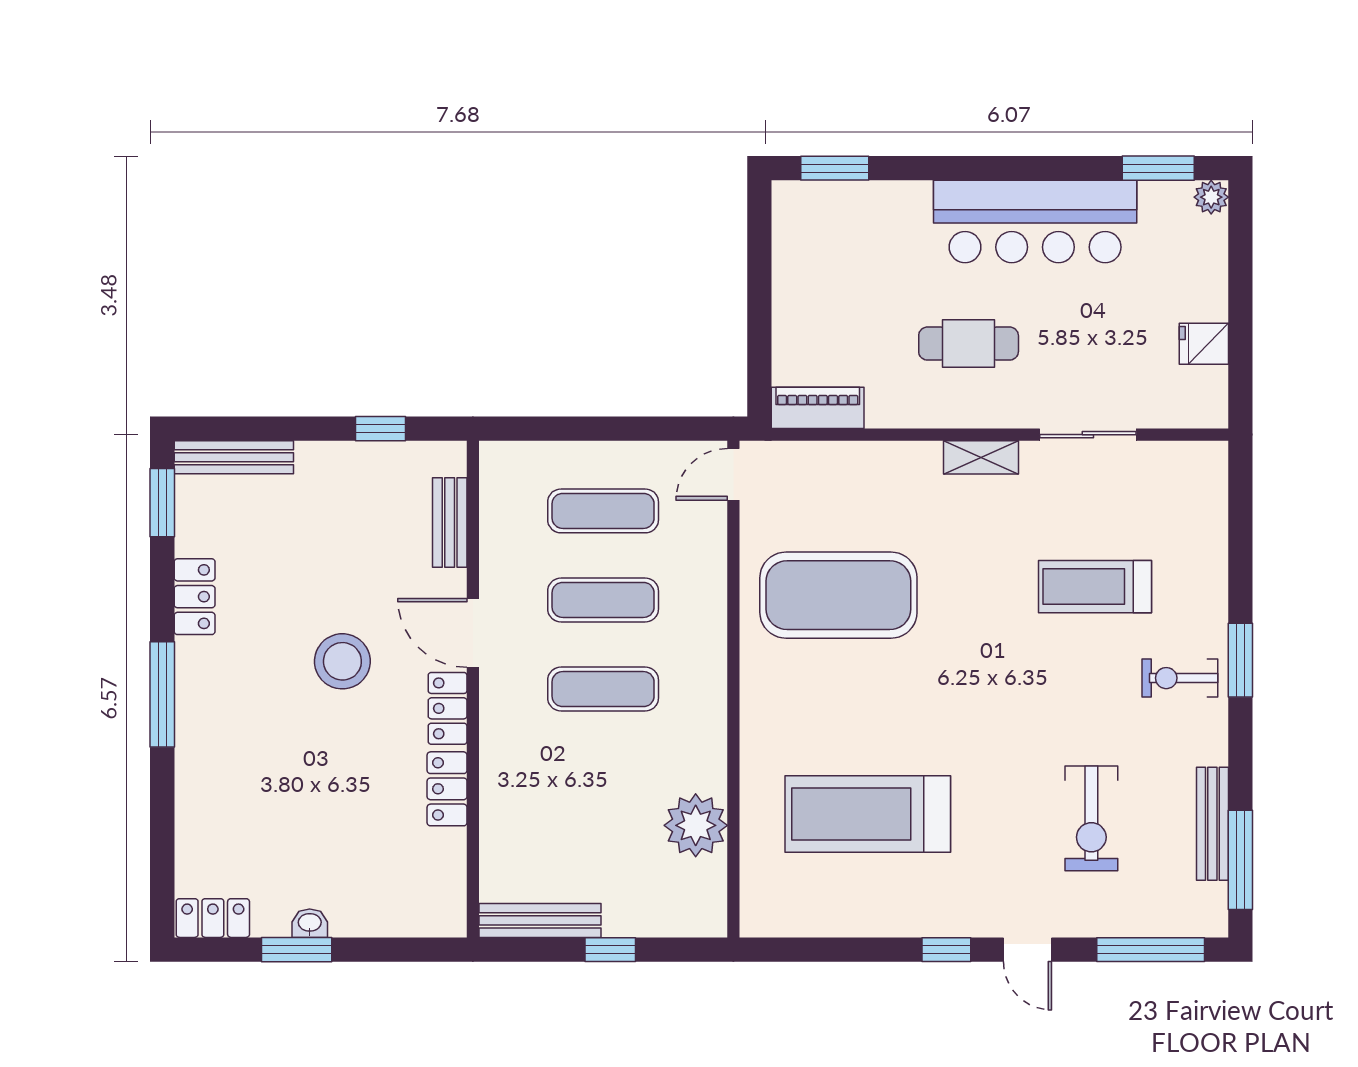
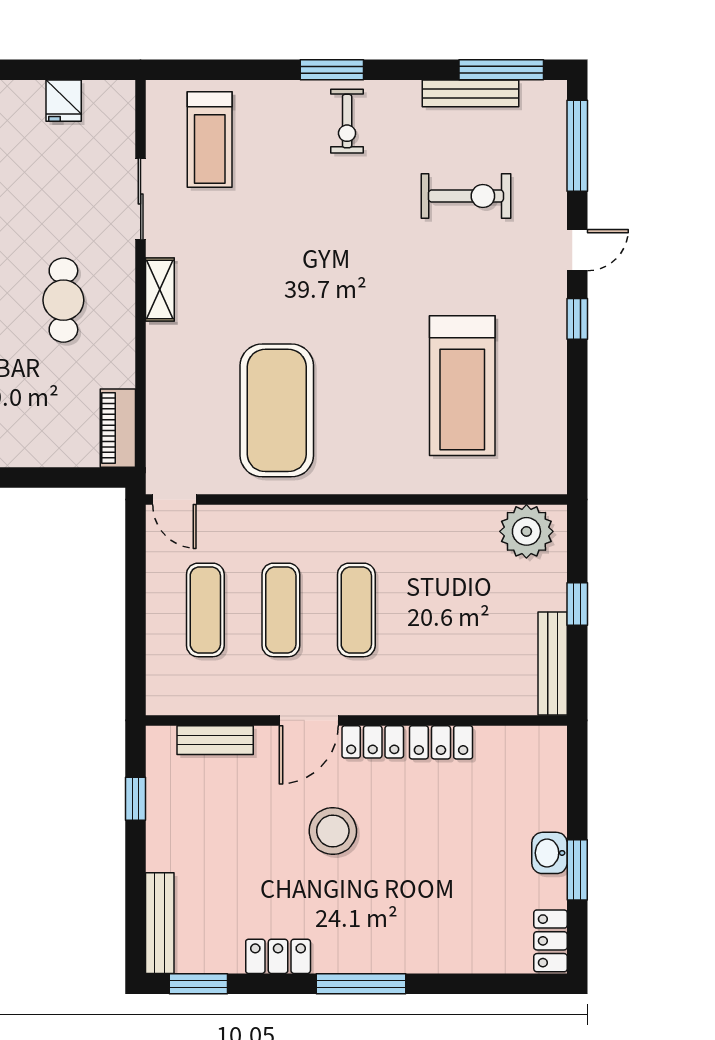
treadmill: (1095, 587) -> (210, 139), moved
plant: (696, 825) -> (526, 531), moved
washbasin: (310, 923) -> (549, 853), width x1.38, depth x1.45

